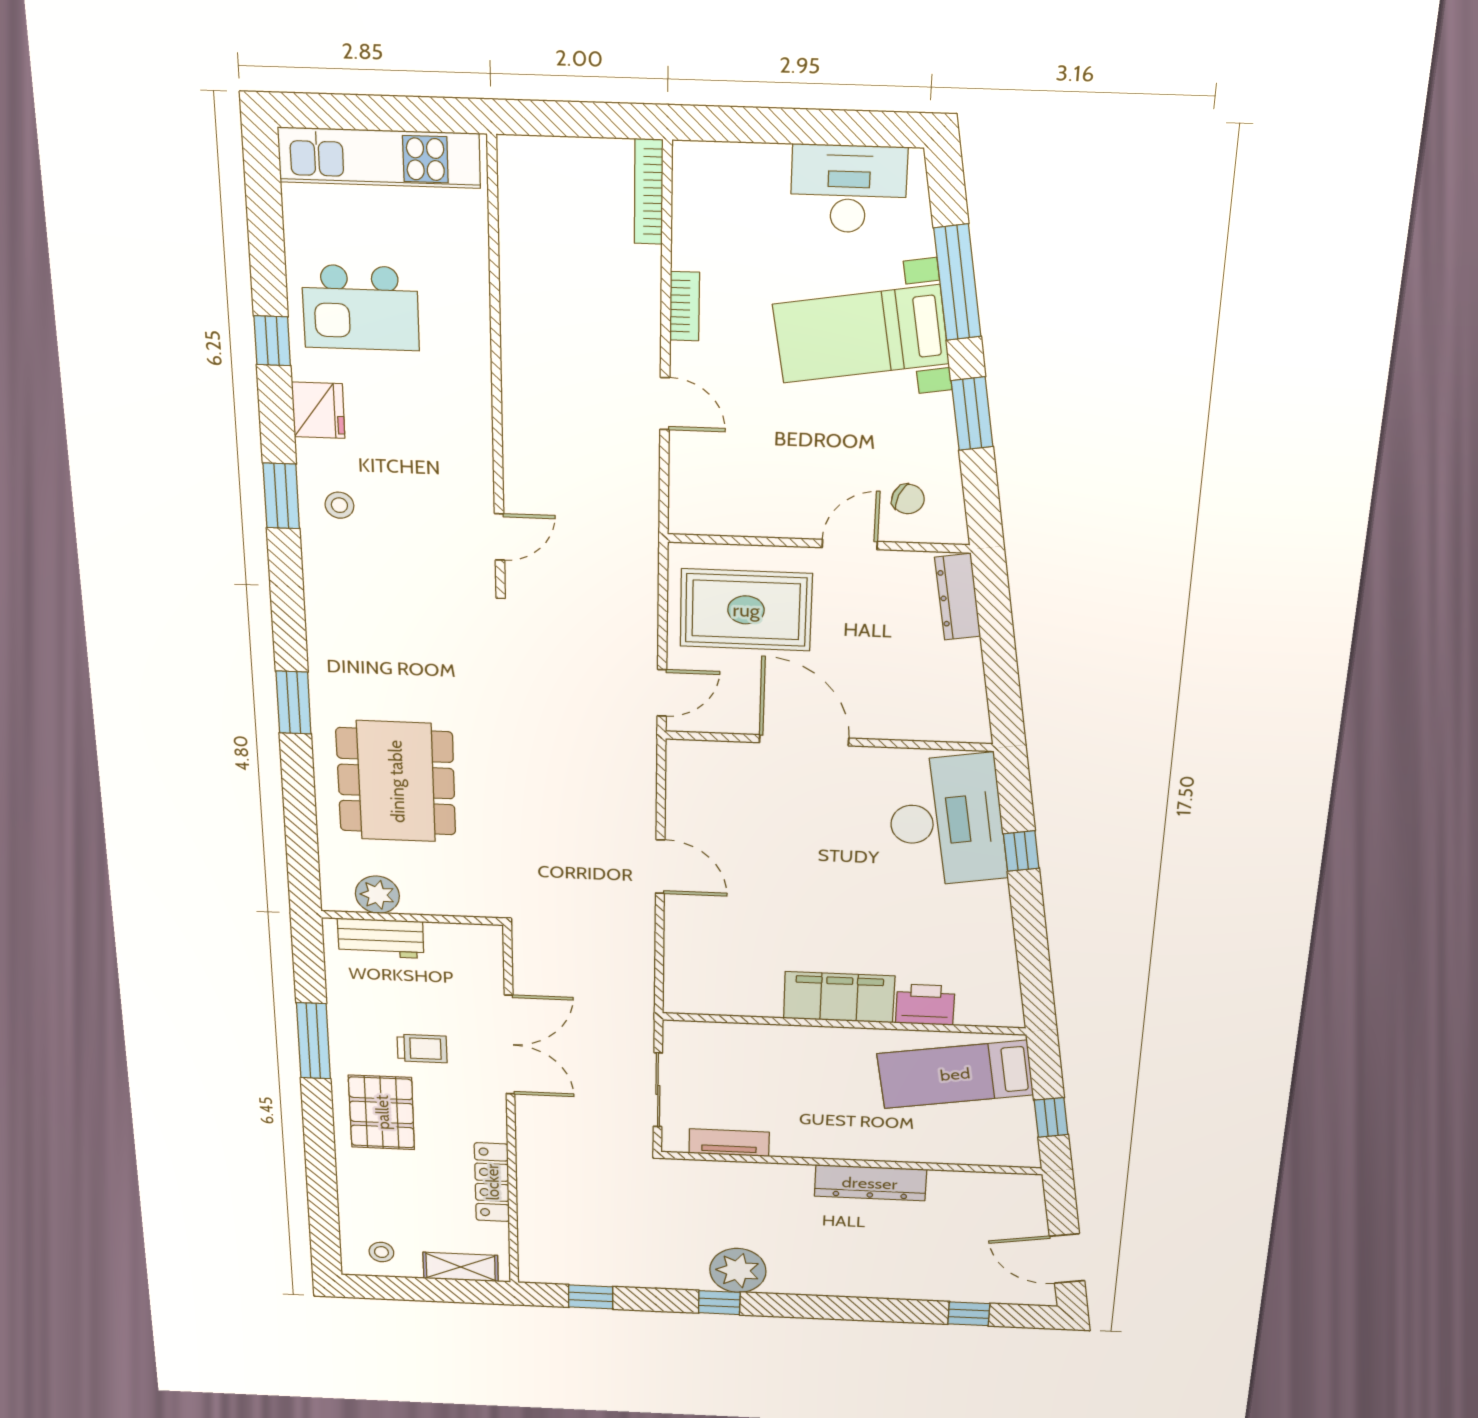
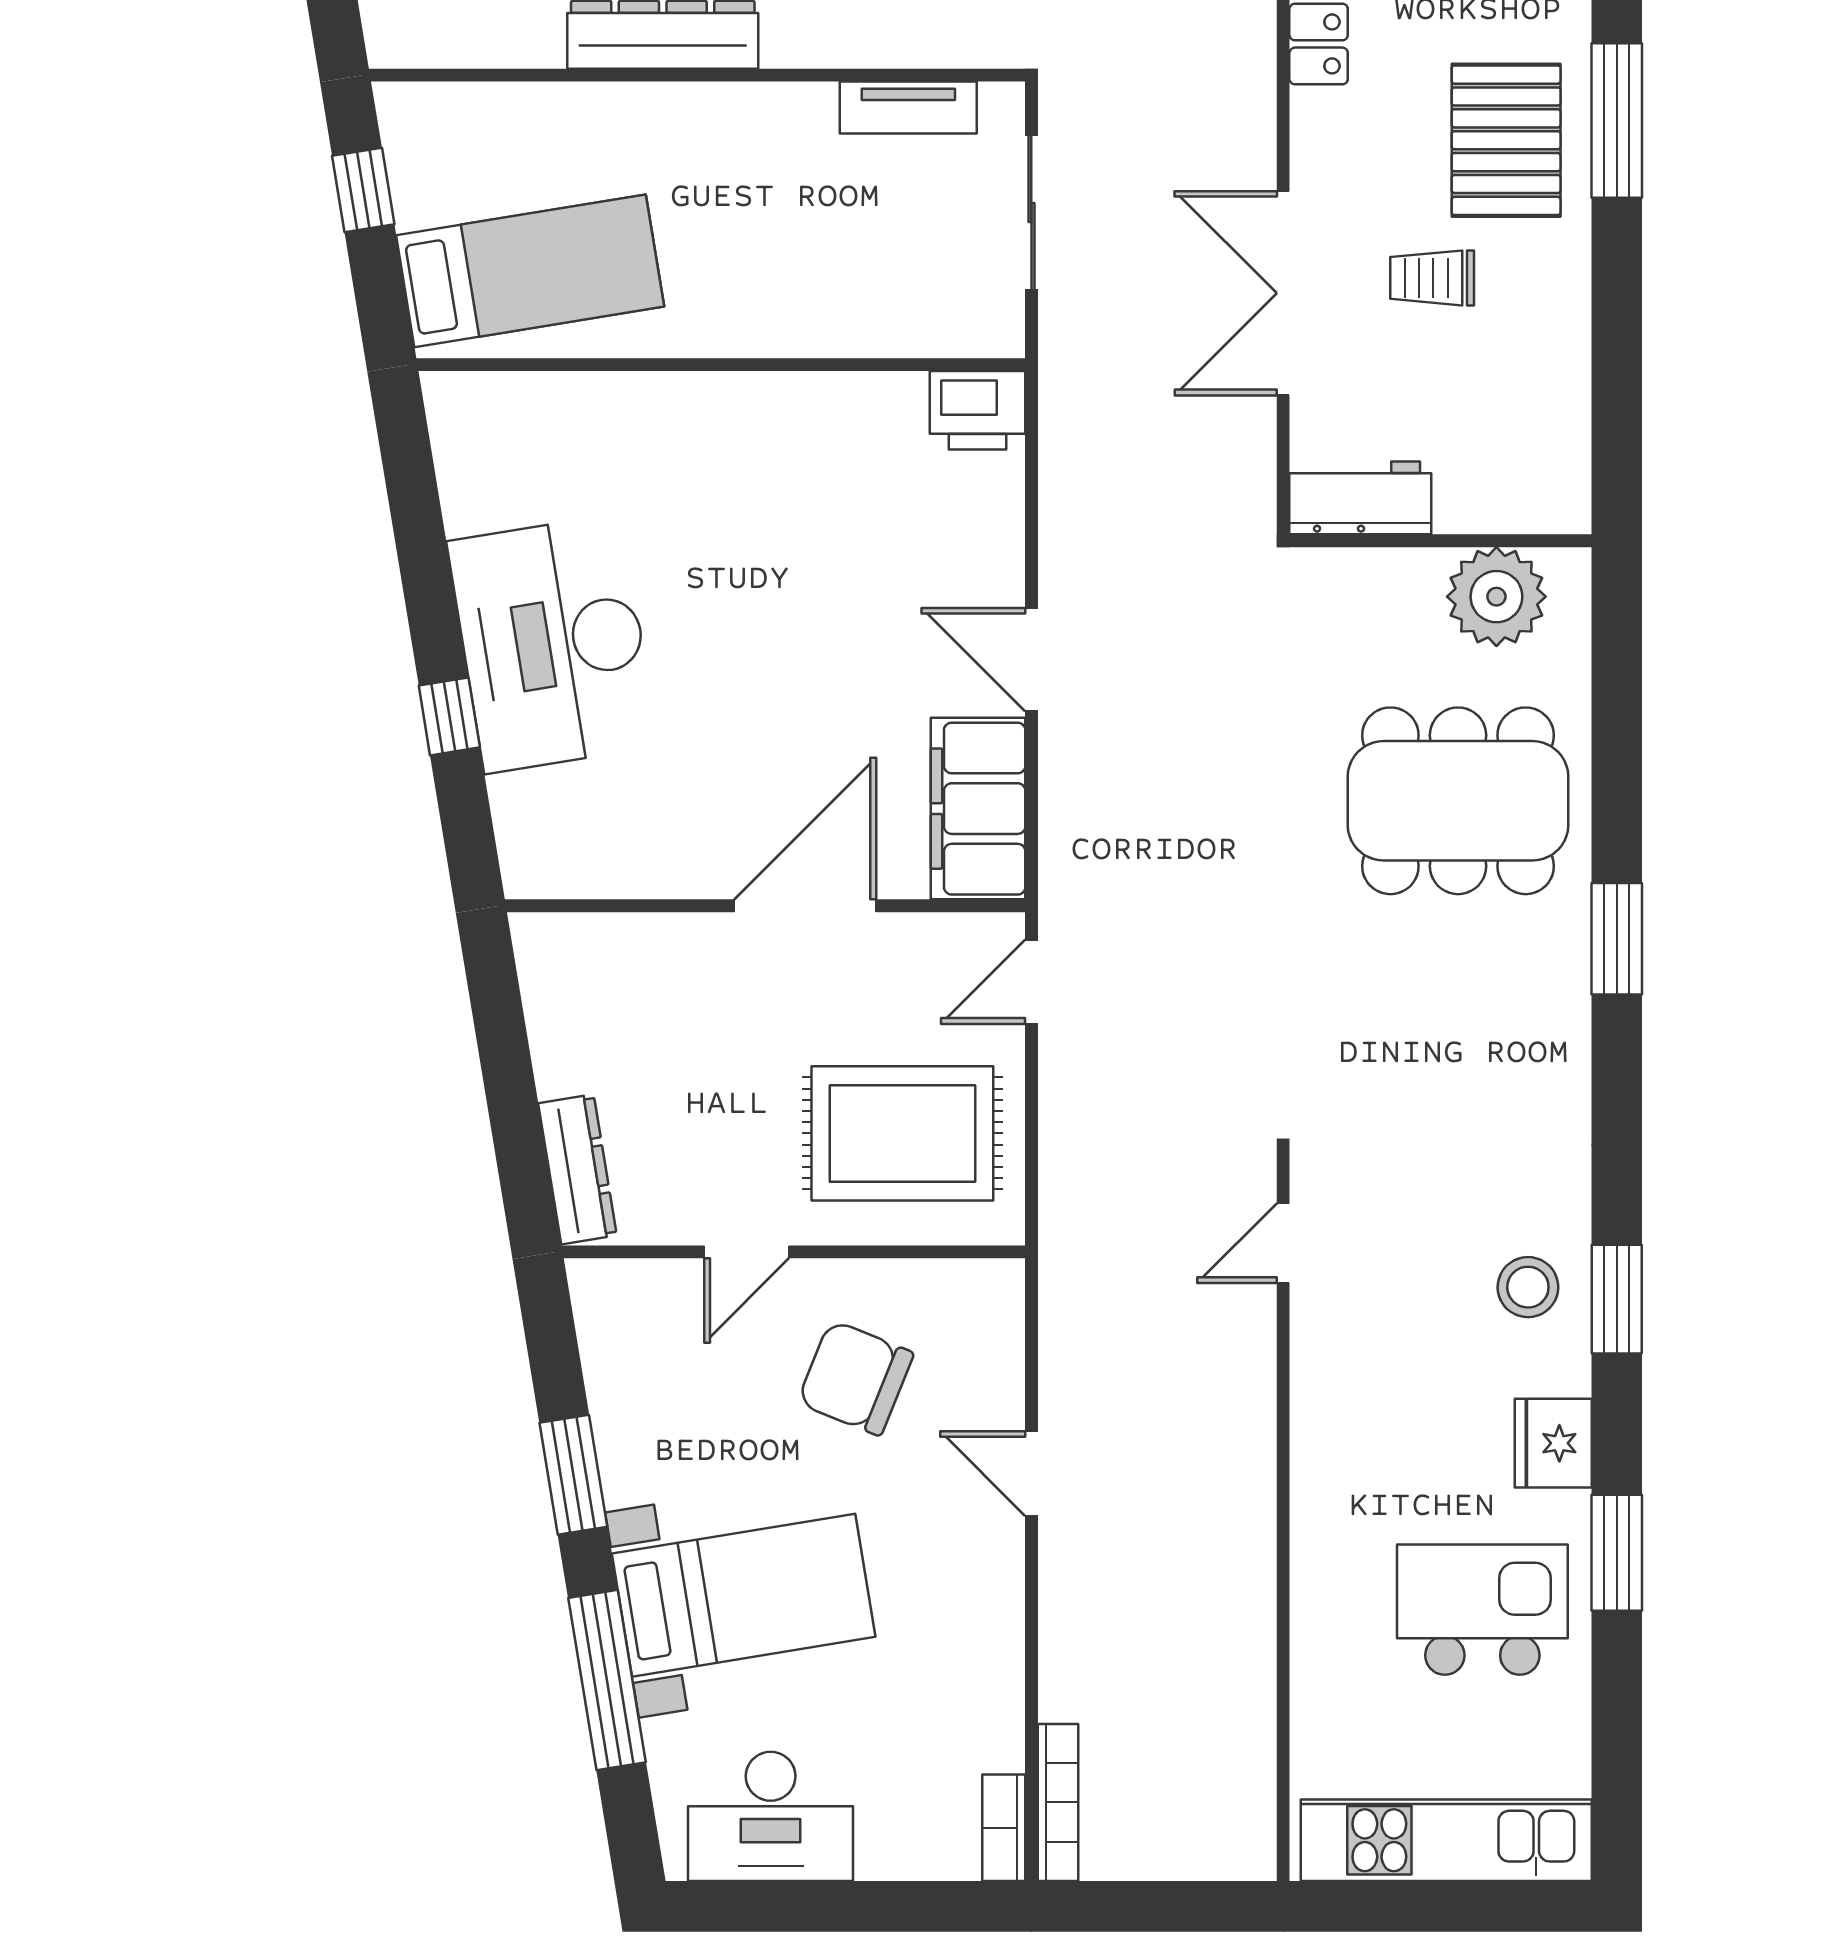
bookcase: (685, 306) -> (1004, 1828), moved
window: (272, 341) -> (1617, 1553), width x1.50
chair: (908, 499) -> (855, 1378), moved, width x1.87, depth x1.87
stool: (339, 505) -> (1528, 1287), width x1.37, depth x1.37
door: (804, 740) -> (805, 906), swing flipped
dining table: (396, 781) -> (1458, 801), turned 90
desk: (946, 821) -> (553, 644), moved
plant: (377, 895) -> (1496, 597), width x1.36, depth x1.36
workbench: (381, 938) -> (1360, 498), moved
filing cabinet: (839, 997) -> (978, 809), moved, turned 90
printer: (925, 1005) -> (978, 410), moved
window: (313, 1041) -> (1617, 120), moved

